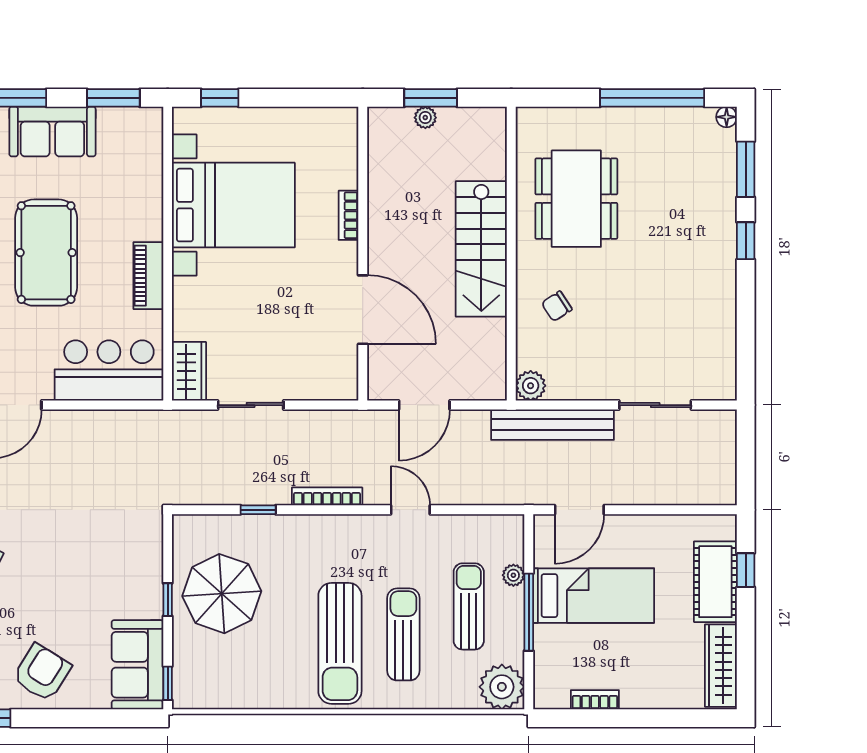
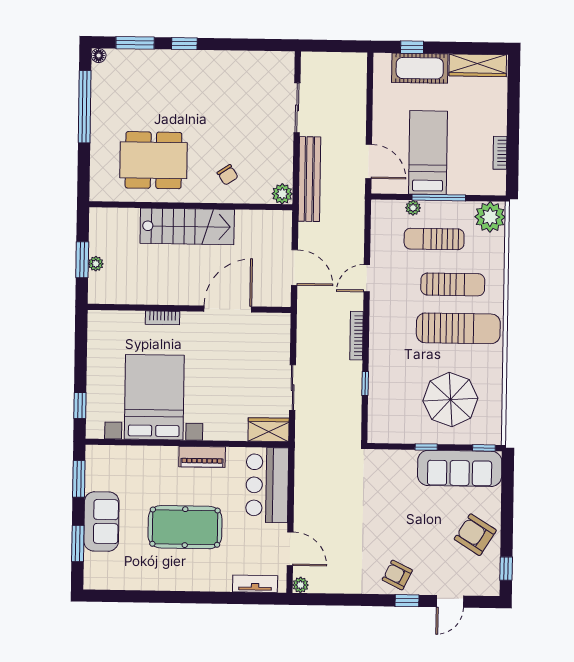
parasol: (222, 594) -> (450, 399), moved
sun lounger: (403, 634) -> (453, 284), turned 180
sofa: (137, 665) -> (460, 468), width x1.36

